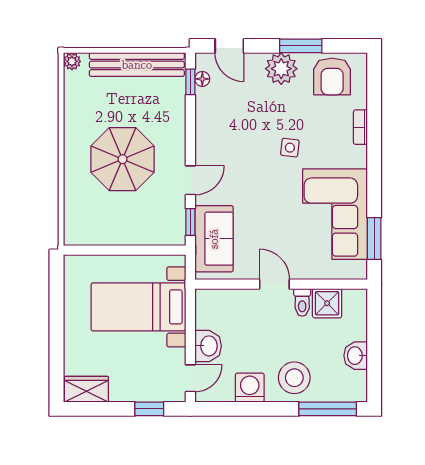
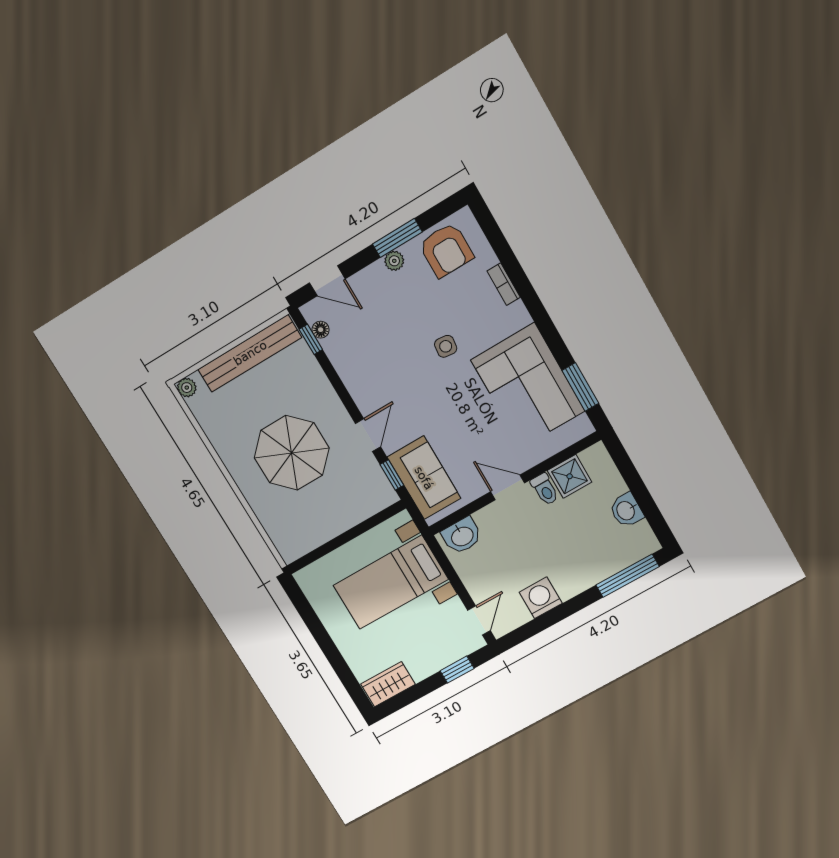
plant: (281, 69) -> (394, 261), width x0.53, depth x0.53
washbasin: (208, 346) -> (462, 536), moved, turned 90
stool: (294, 378) -> (578, 565), removed

